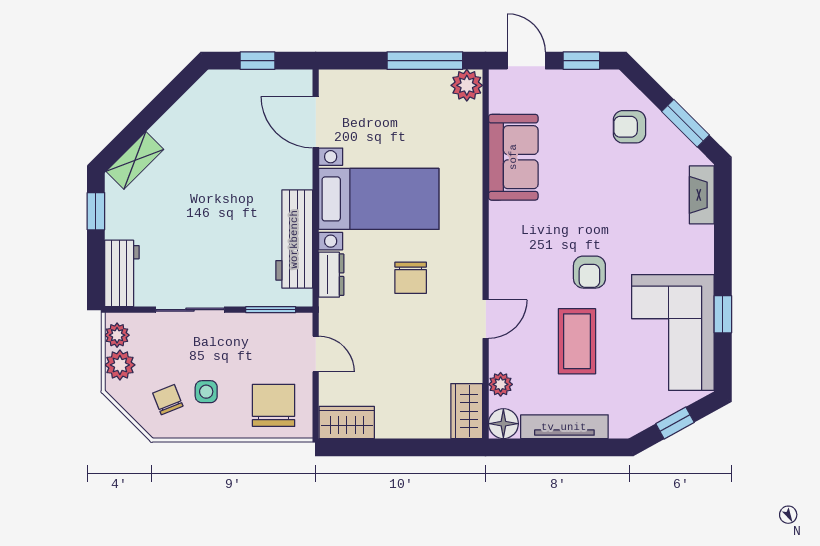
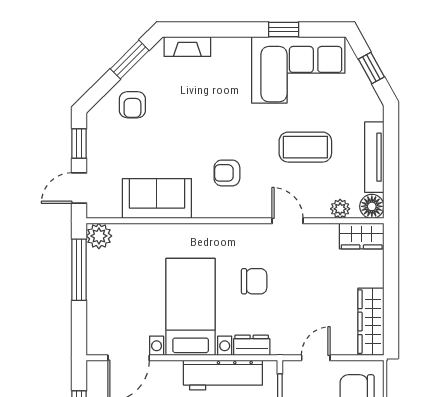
armchair: (589, 272) -> (227, 173), moved, turned 180
wardrobe: (347, 422) -> (371, 322), width x1.50

